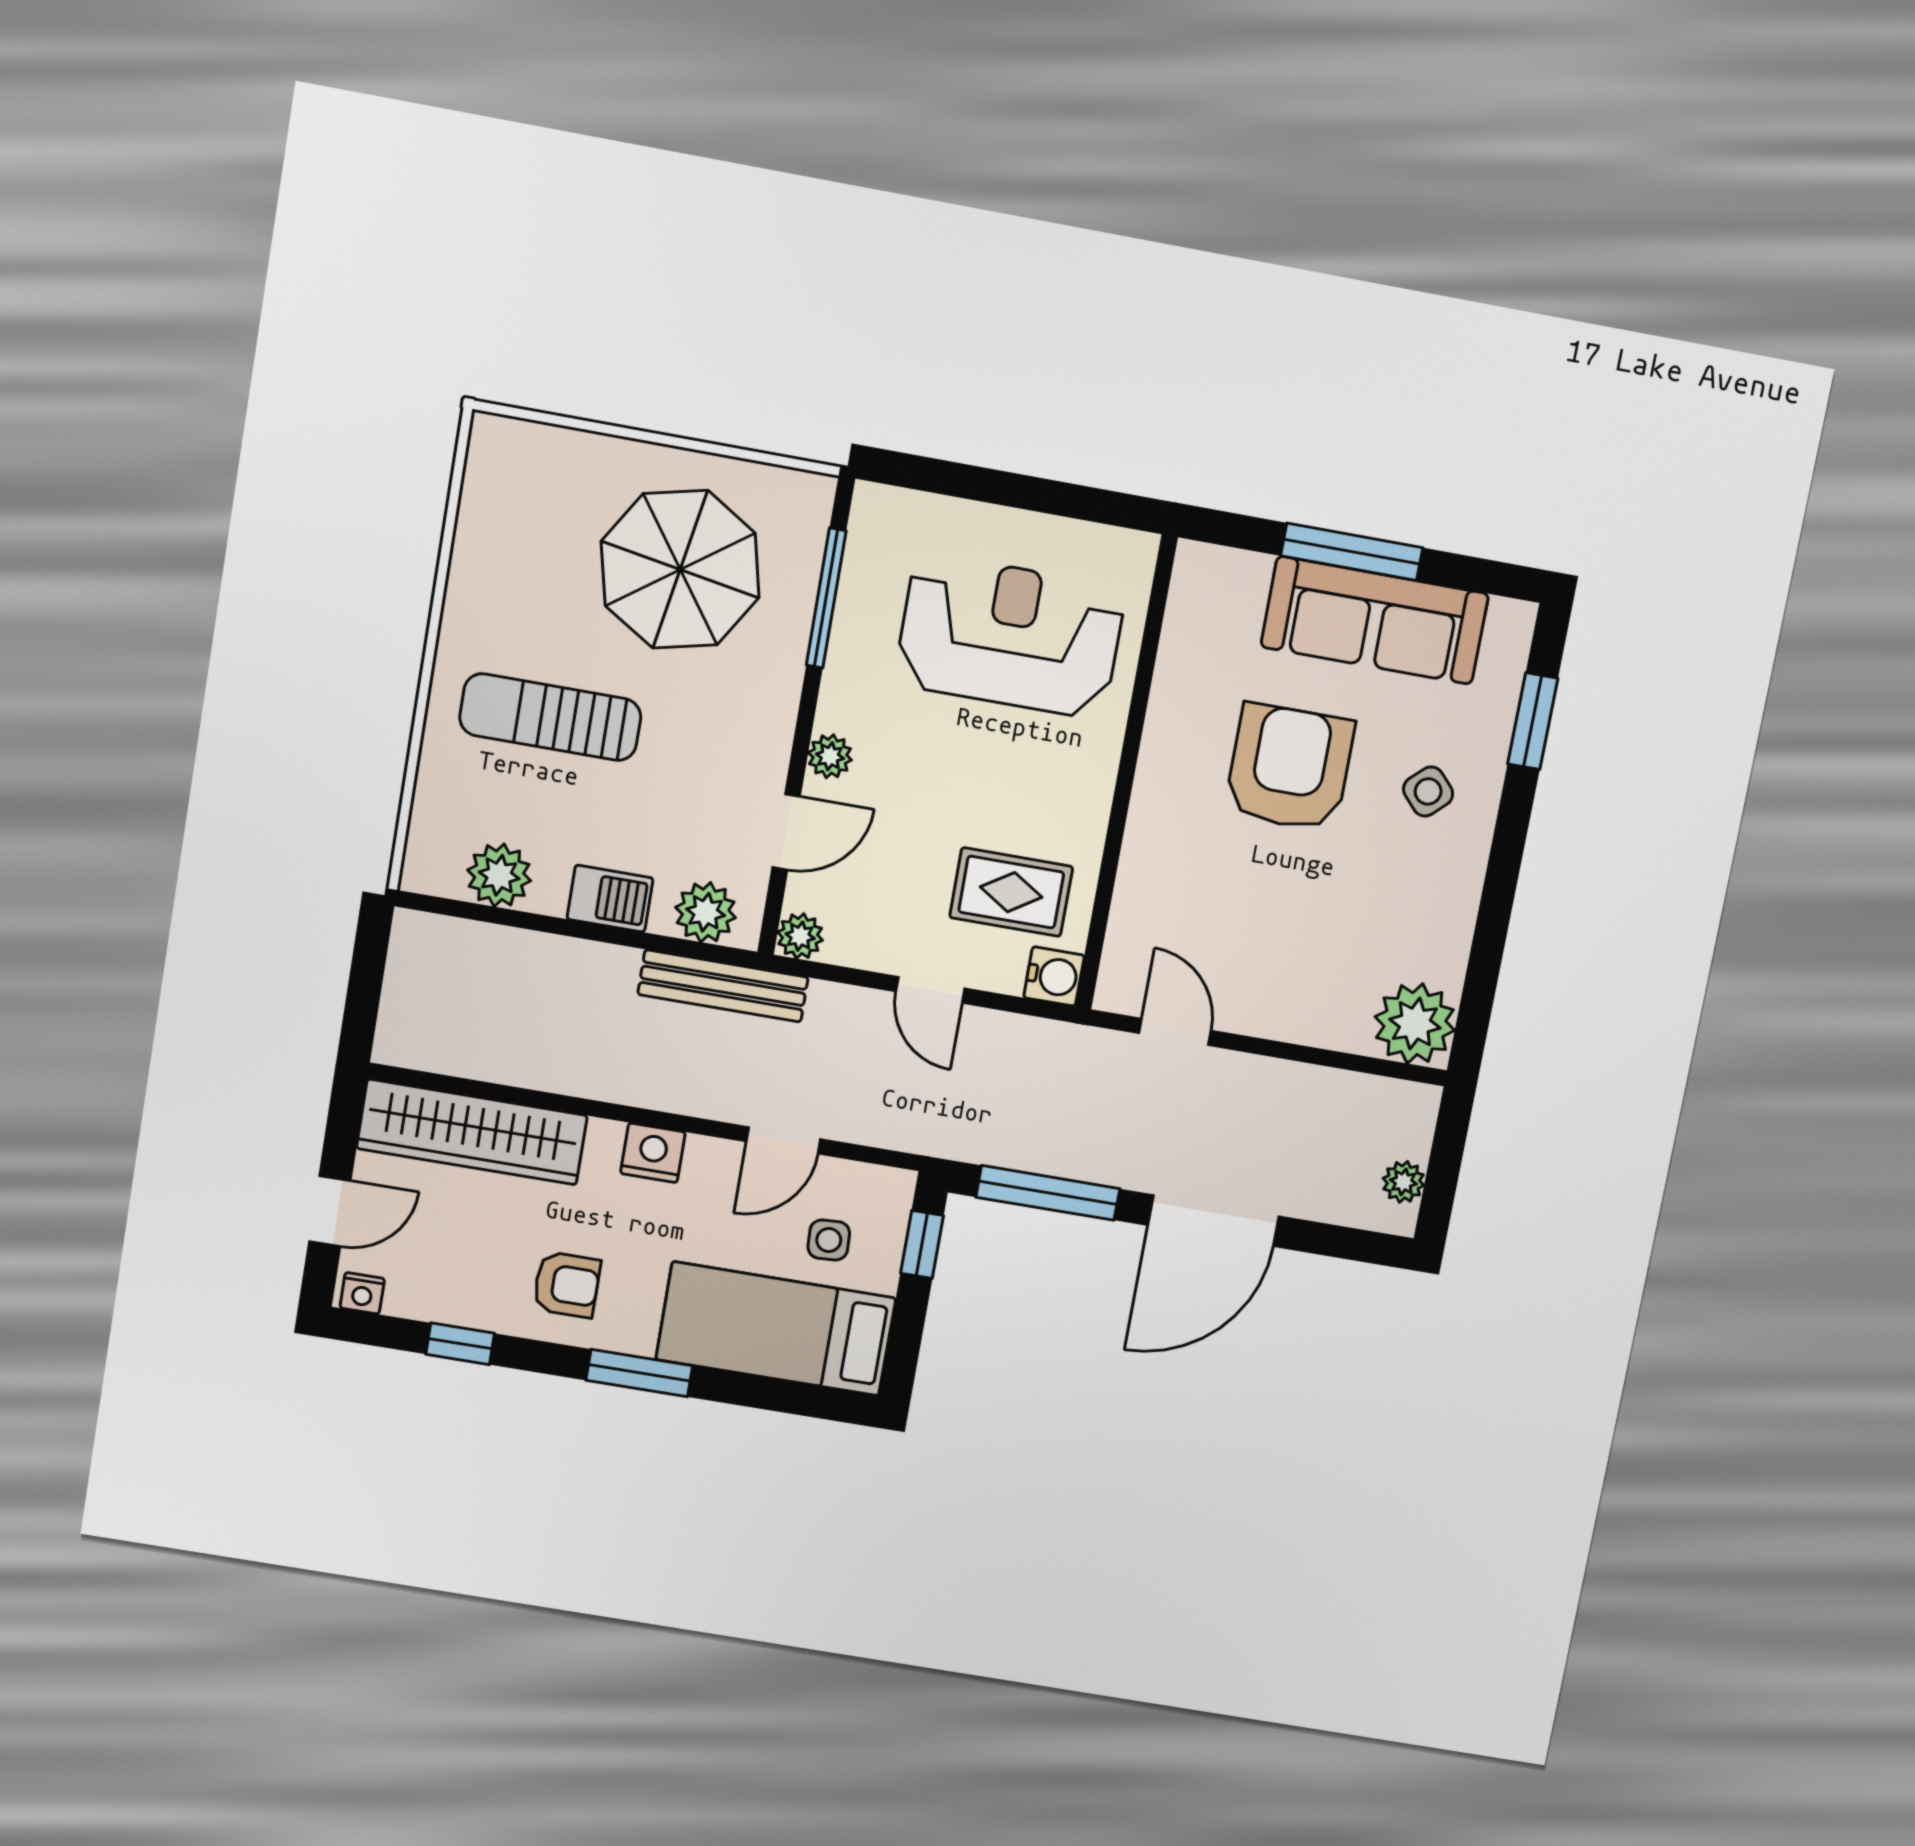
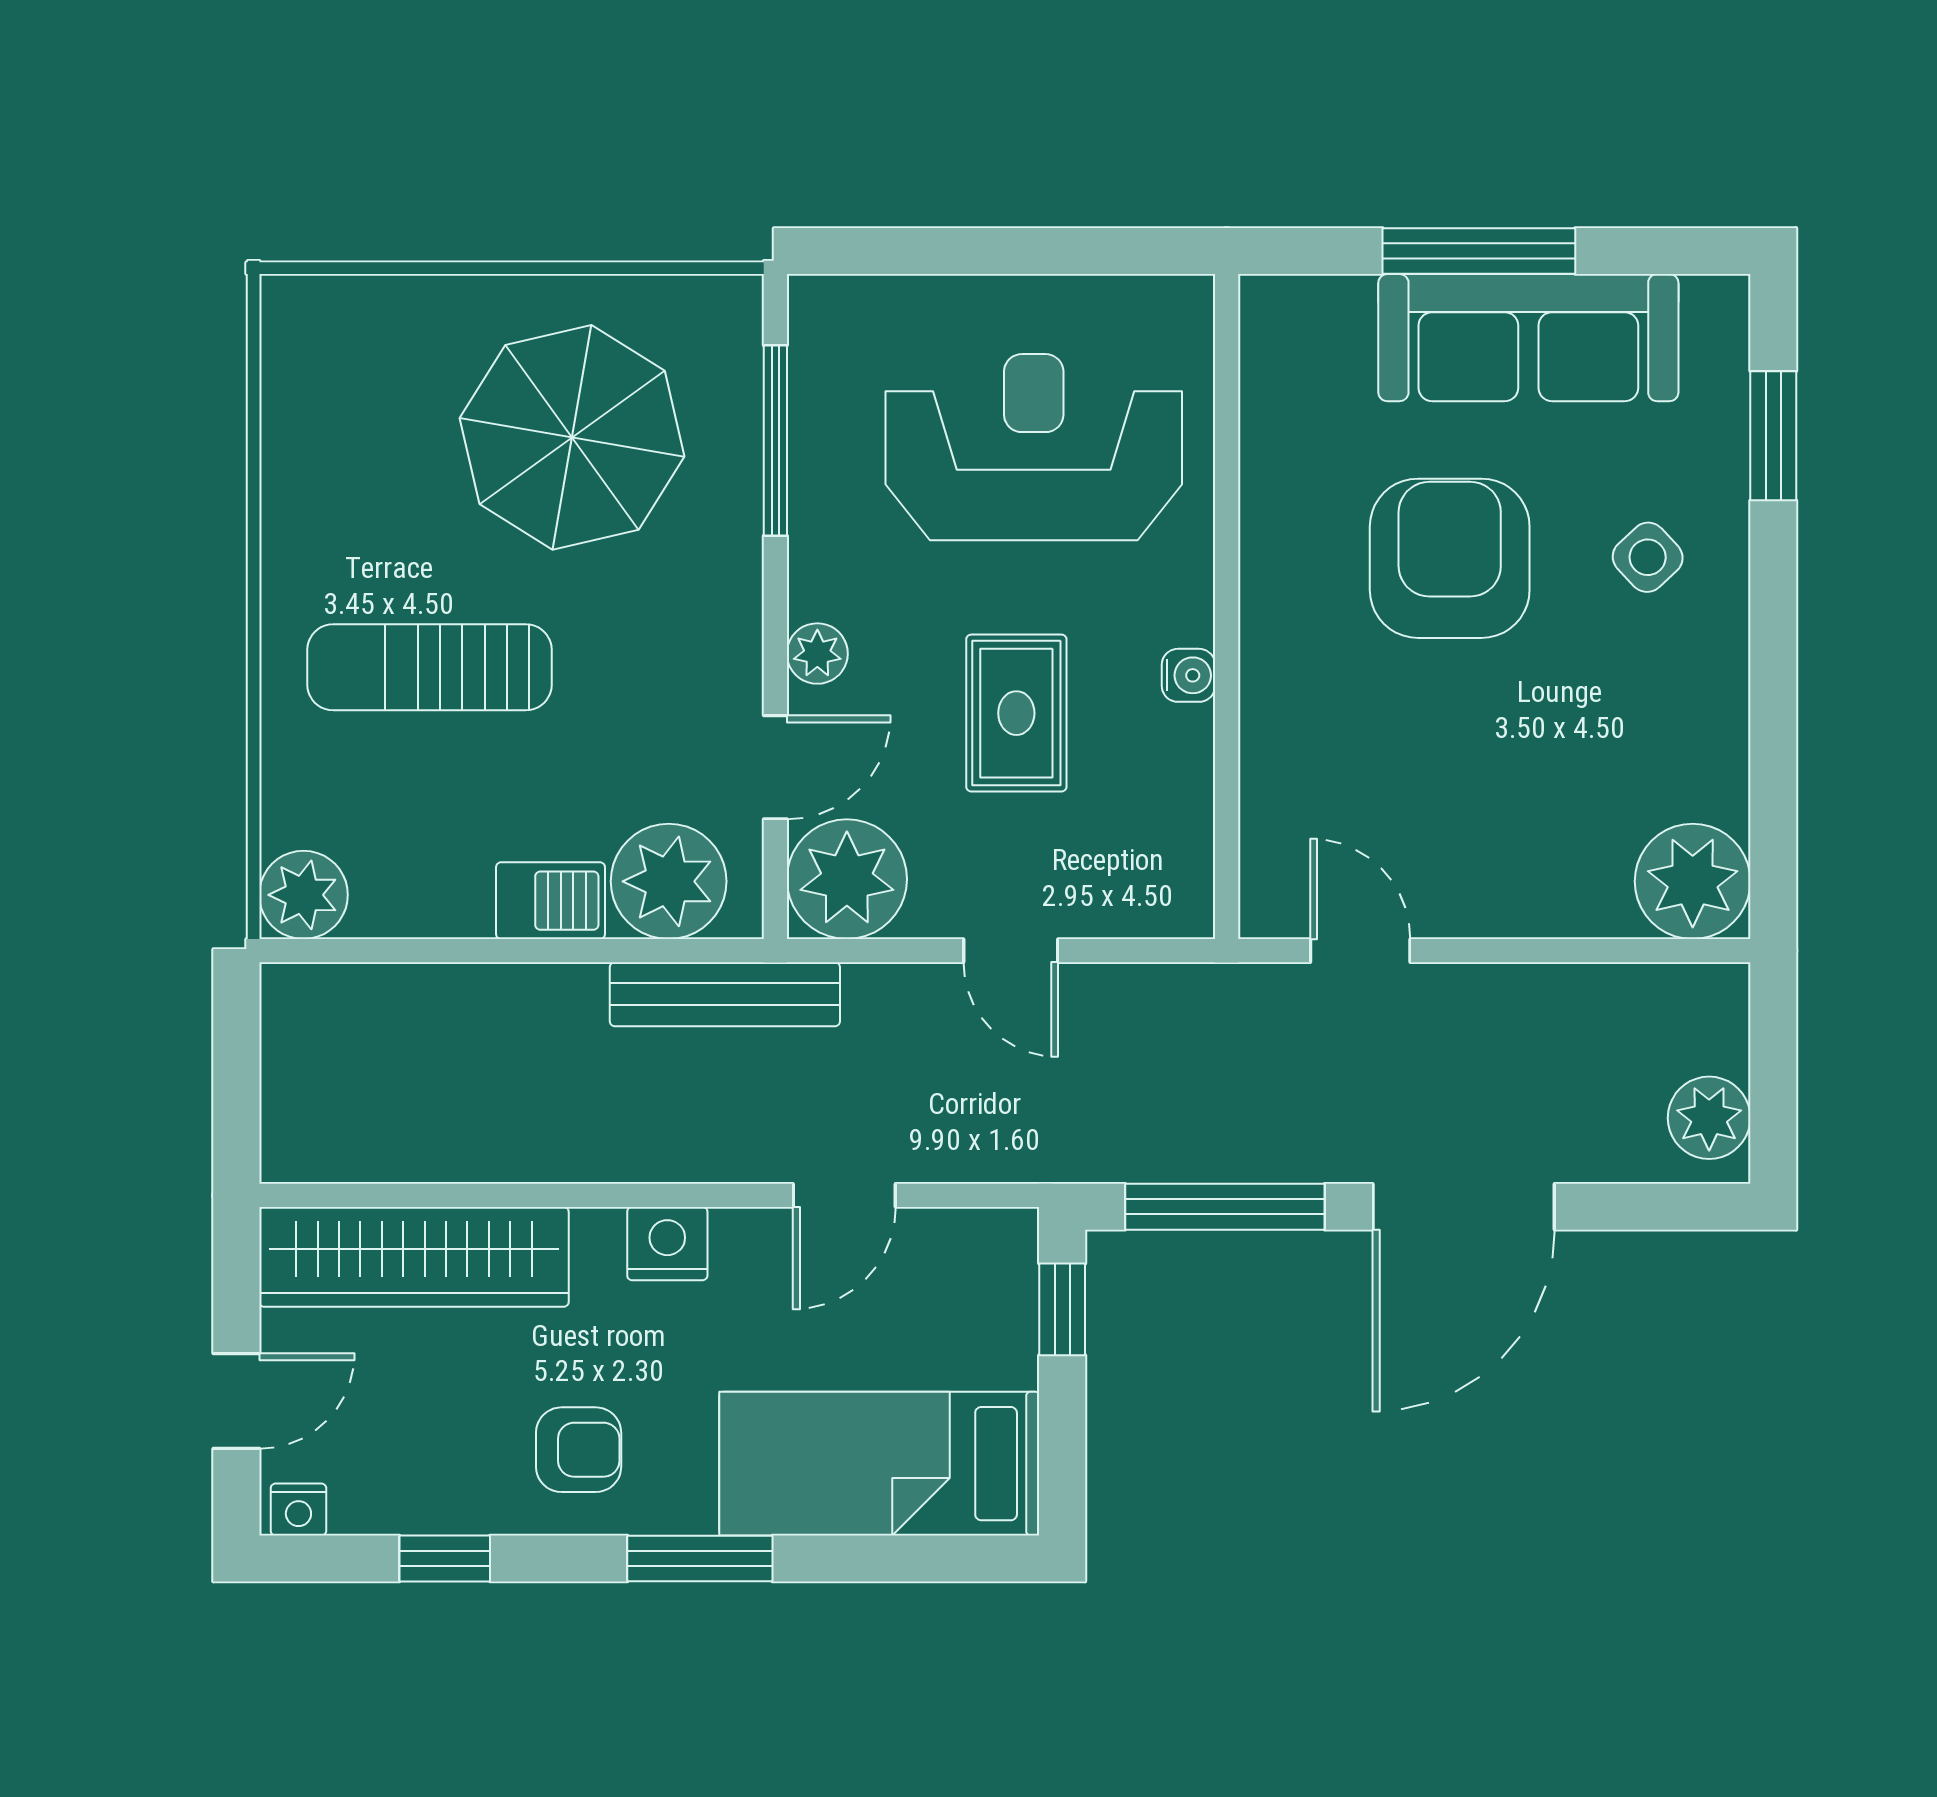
plant: (499, 875) -> (303, 895), moved
rug: (1011, 892) -> (1016, 713), moved, turned 90
plant: (706, 912) -> (669, 881), width x1.36, depth x1.36
plant: (800, 936) -> (847, 879), width x1.87, depth x1.87
water cooler: (1054, 976) -> (1188, 675), moved, width x0.72, depth x0.72
plant: (1403, 1182) -> (1709, 1118), width x1.38, depth x1.38
side table: (829, 1240) -> (931, 1325), removed

